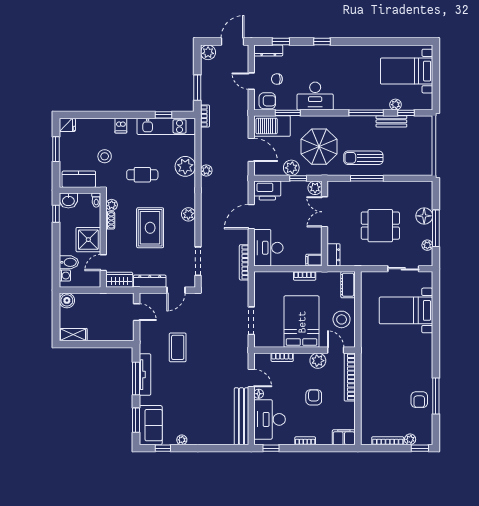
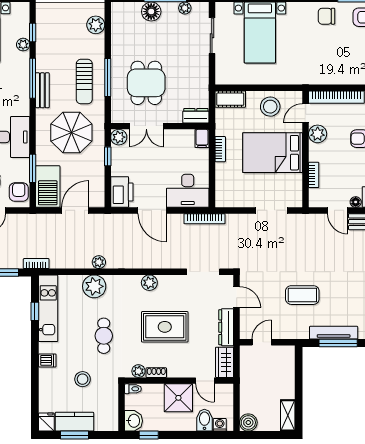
bench: (391, 121) -> (42, 90), moved
plant: (291, 168) -> (96, 25), moved
kitchen counter: (79, 179) -> (74, 422), moved, turned 90
dining table: (380, 226) -> (146, 83), moved
chair: (420, 368) -> (327, 16), added
door: (251, 378) -> (338, 210), swing flipped

